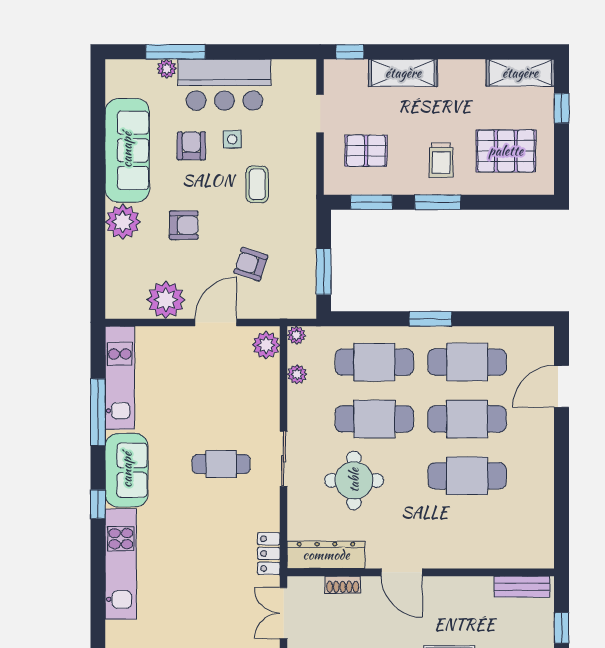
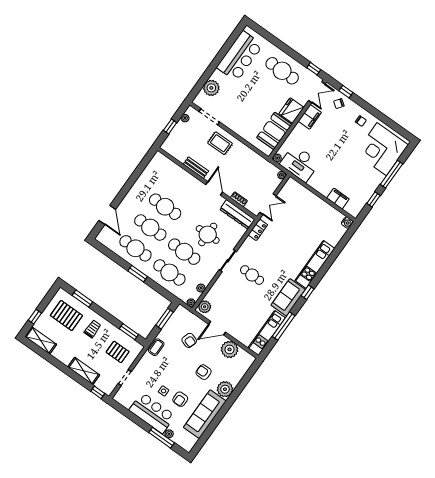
coffee table: (257, 184) -> (156, 347), moved
window: (438, 202) -> (82, 299), moved
door: (562, 386) -> (107, 215), hinge flipped
bench: (522, 587) -> (196, 168), moved

